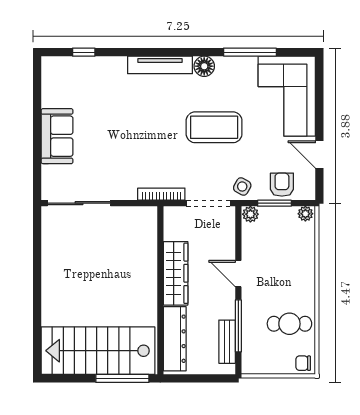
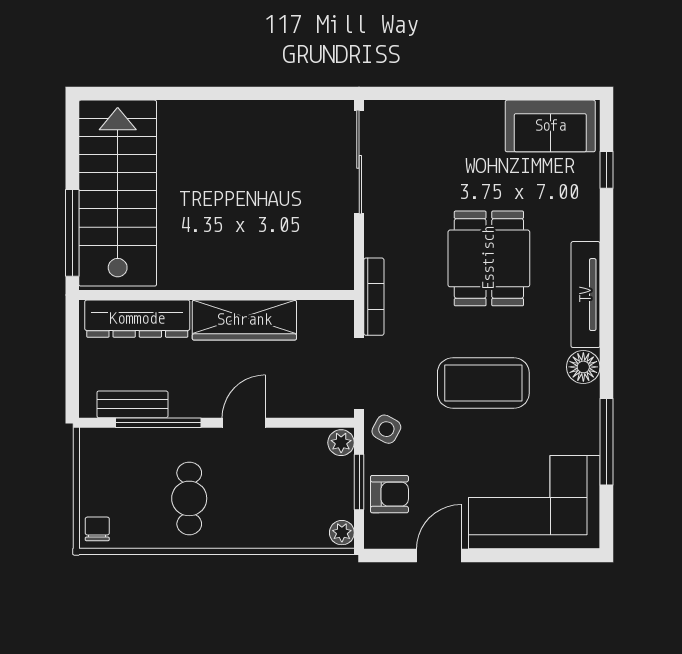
dining table: (138, 124) -> (489, 258), added
coffee table: (214, 127) -> (483, 383), turned 90
sofa: (57, 136) -> (550, 126), moved
cafe table: (289, 324) -> (189, 498), moved

